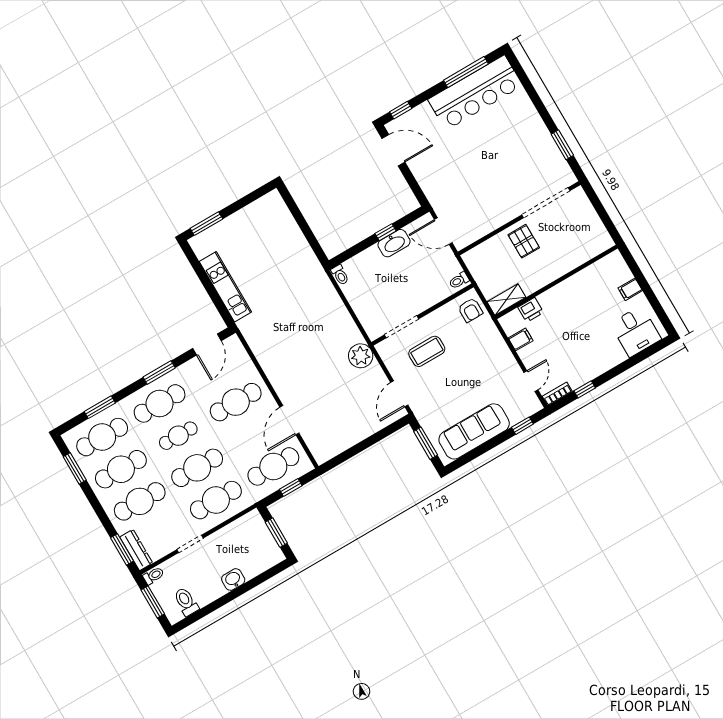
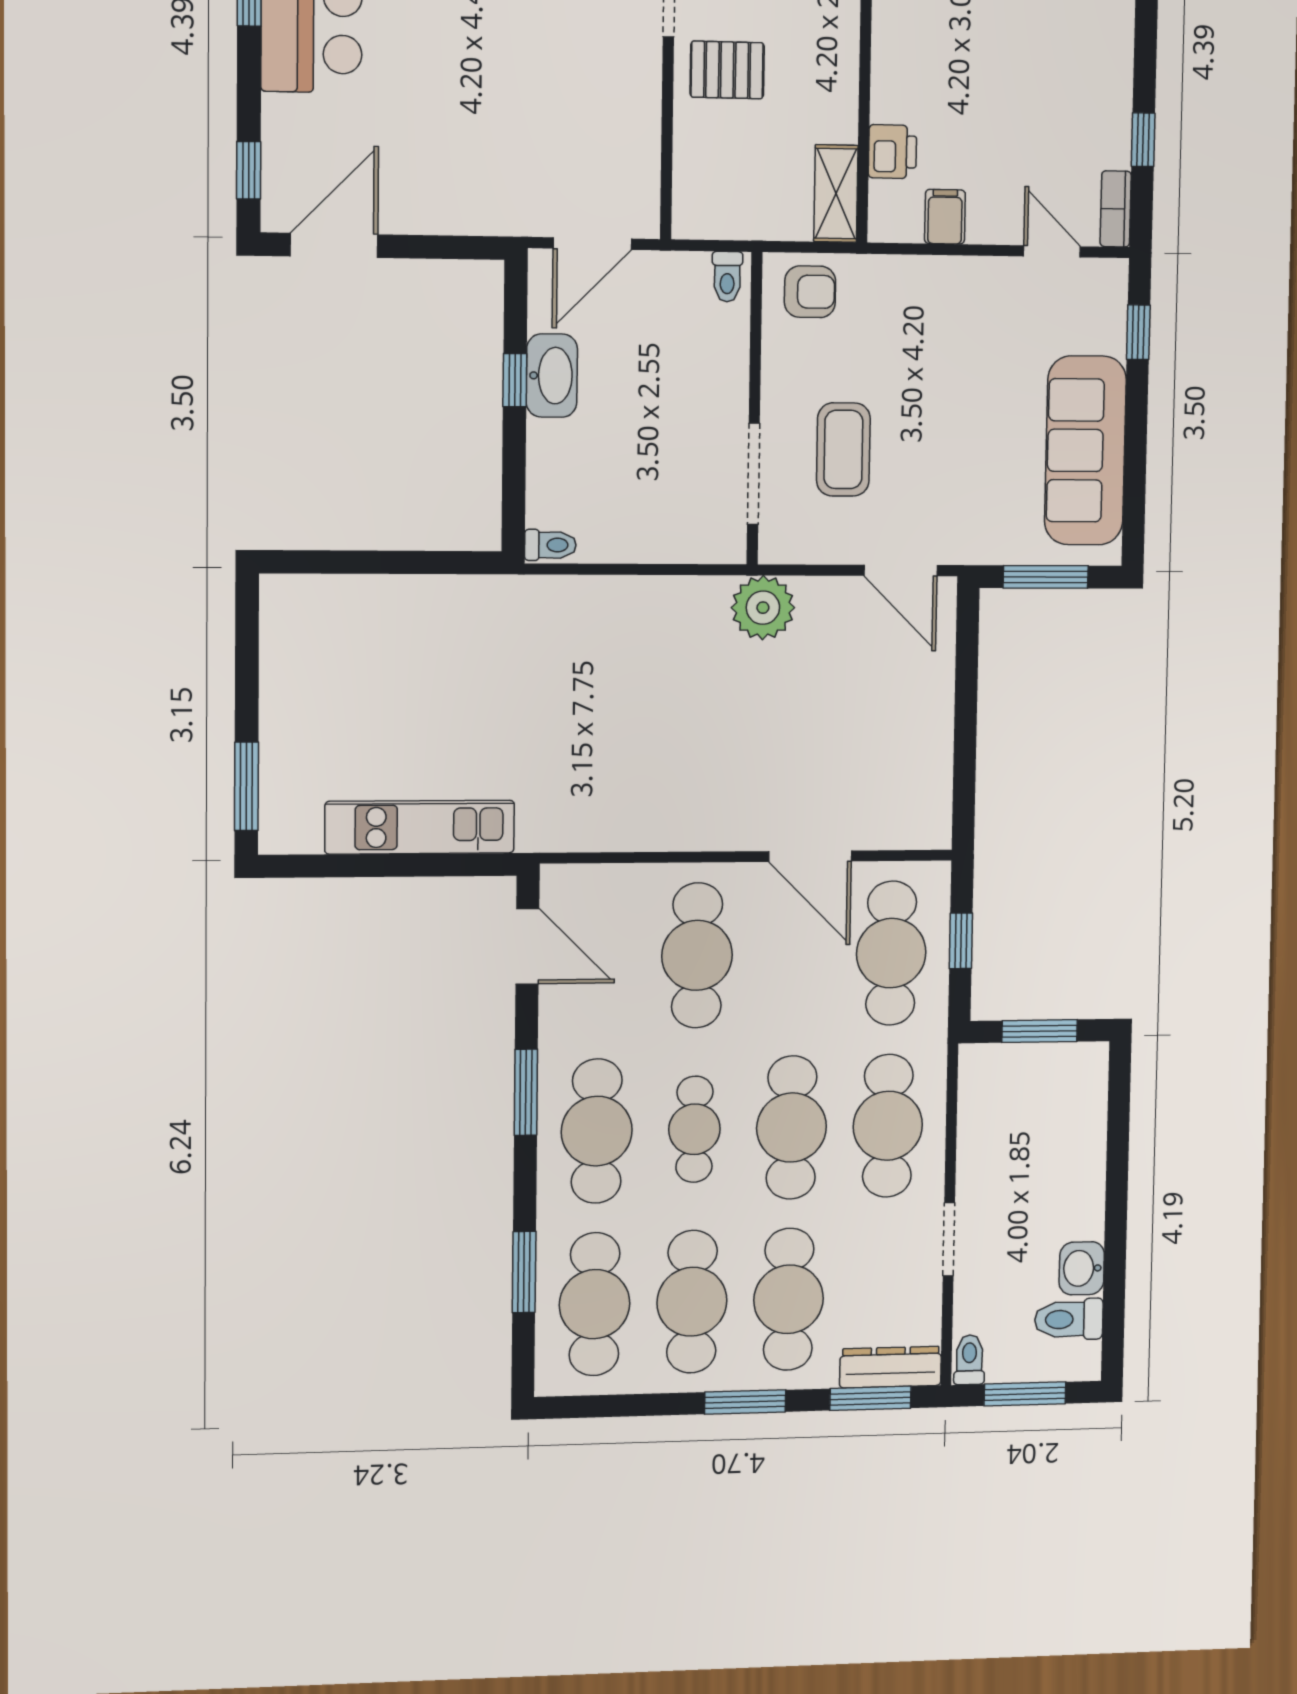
window: (75, 468) -> (745, 1402), moved
washbasin: (233, 580) -> (1082, 1268), moved

